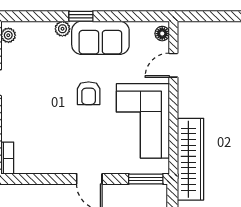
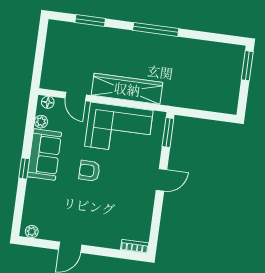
plant: (62, 29) -> (41, 122), moved
armchair: (89, 93) -> (89, 171), turned 180
wardrobe: (191, 159) -> (127, 89), moved

